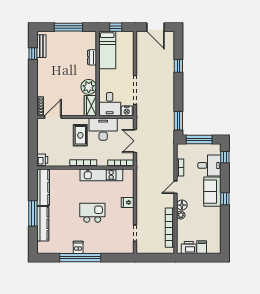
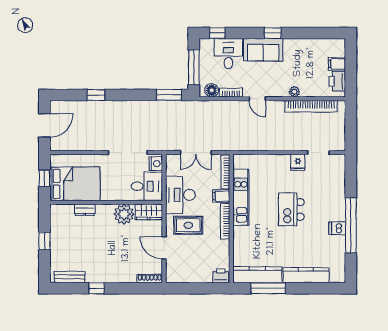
window: (68, 27) -> (44, 241), width x0.46
bed: (107, 50) -> (75, 184), width x1.50
window: (33, 53) -> (97, 288), moved
door: (53, 117) -> (164, 248), moved
filing cabinet: (102, 160) -> (221, 196), added
fridge: (128, 202) -> (298, 162), moved
floor lamp: (182, 205) -> (212, 90), moved
window: (33, 213) -> (268, 288), moved

